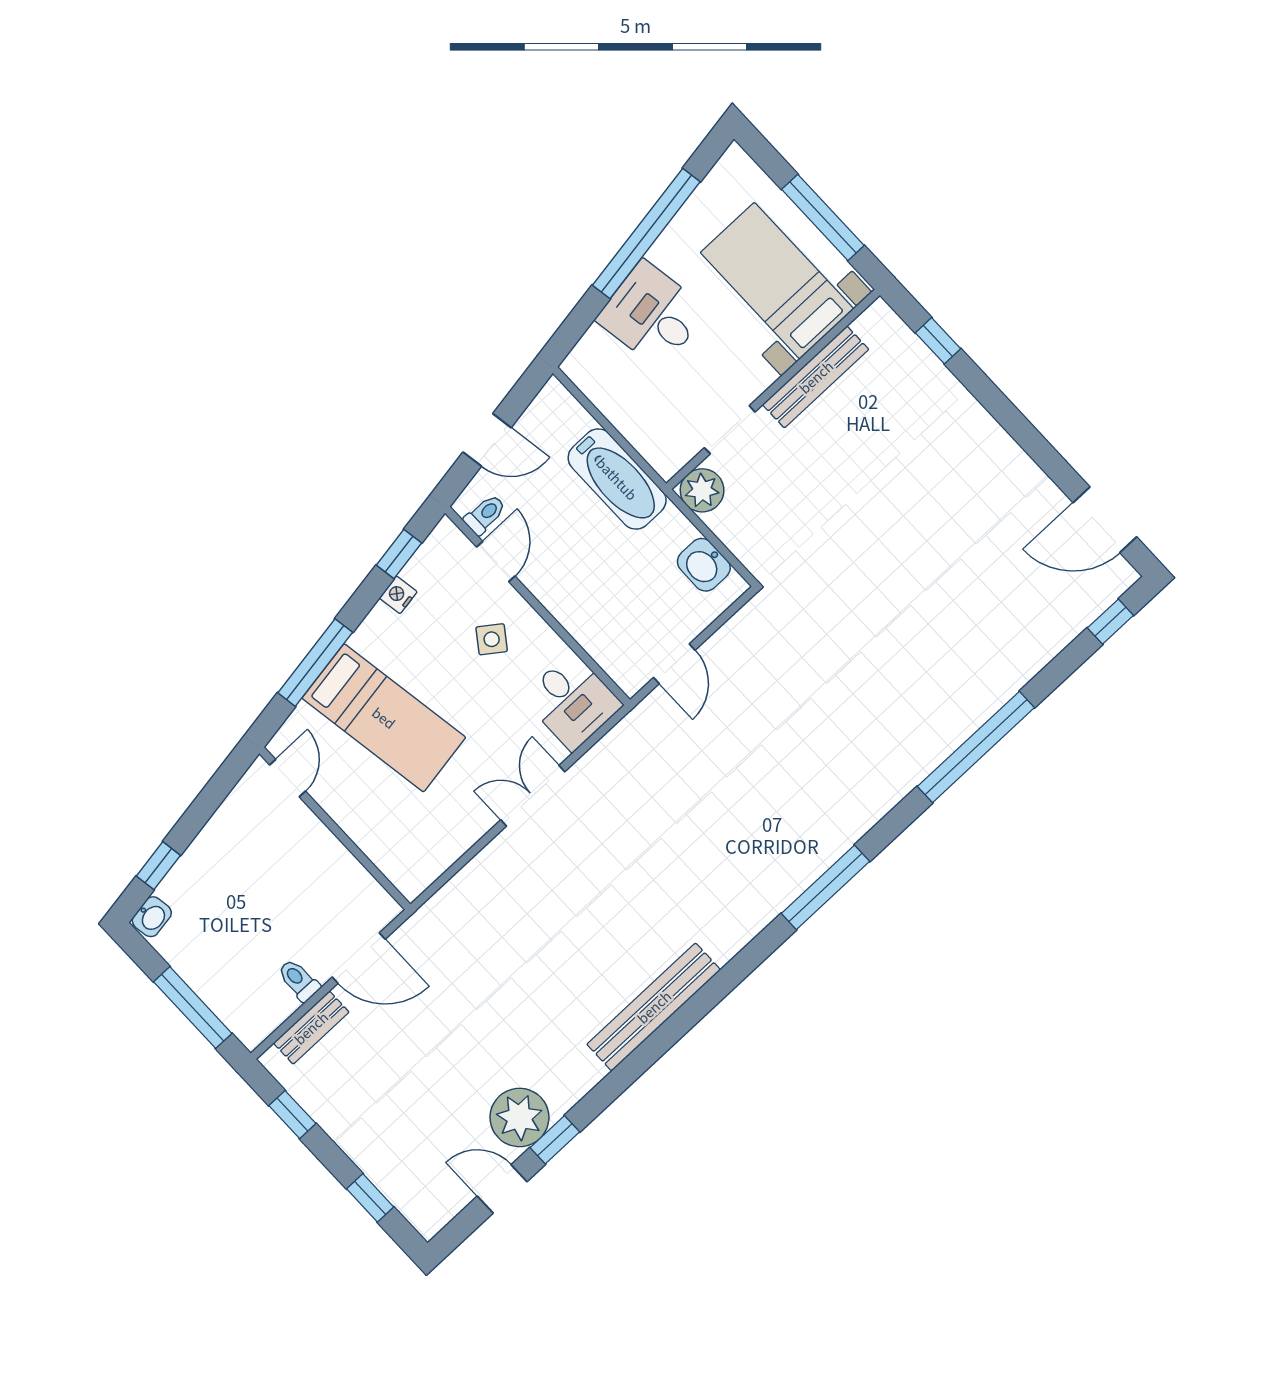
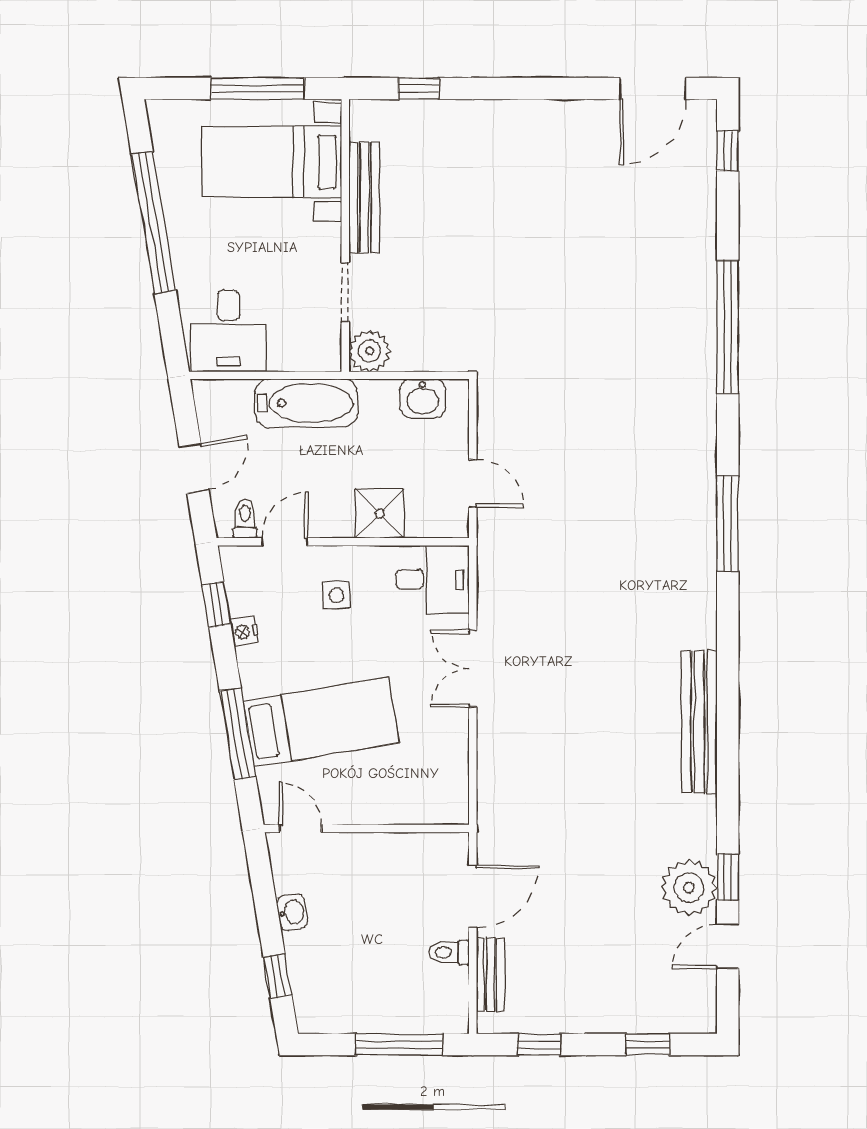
desk: (652, 315) -> (229, 331), moved, turned -81
door: (496, 562) -> (285, 542), hinge flipped
shower: (585, 614) -> (380, 514), added
side table: (492, 639) -> (336, 595), turned -36
washbasin: (152, 917) -> (292, 912), moved

